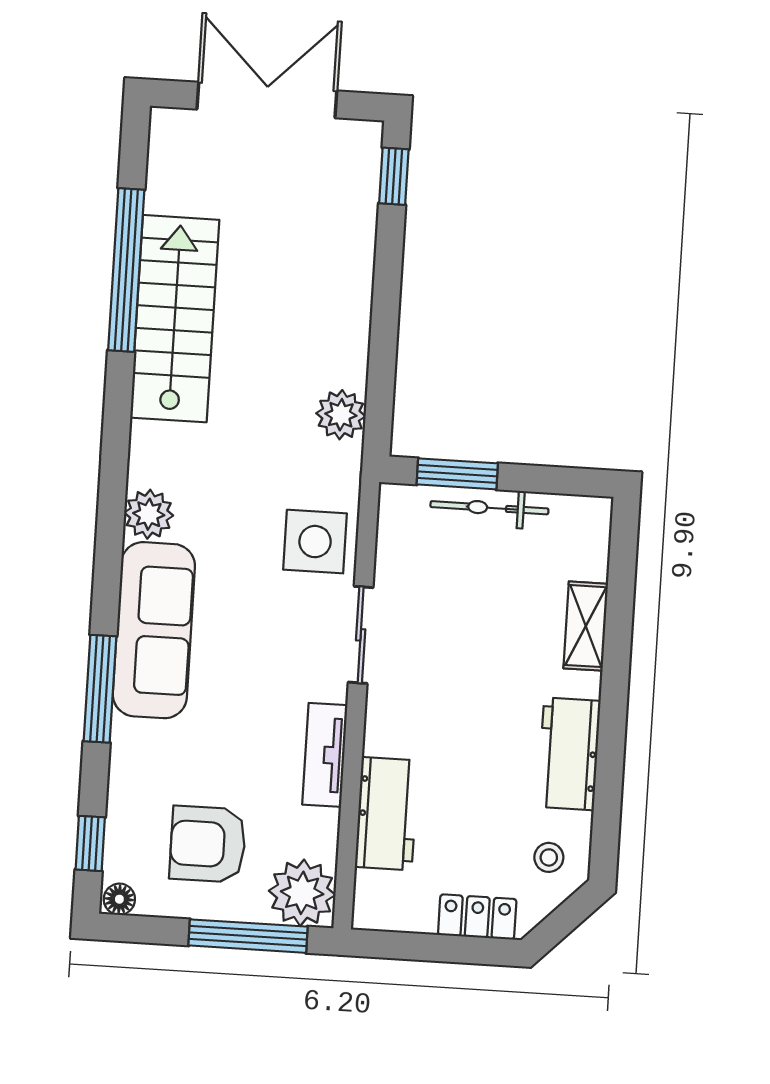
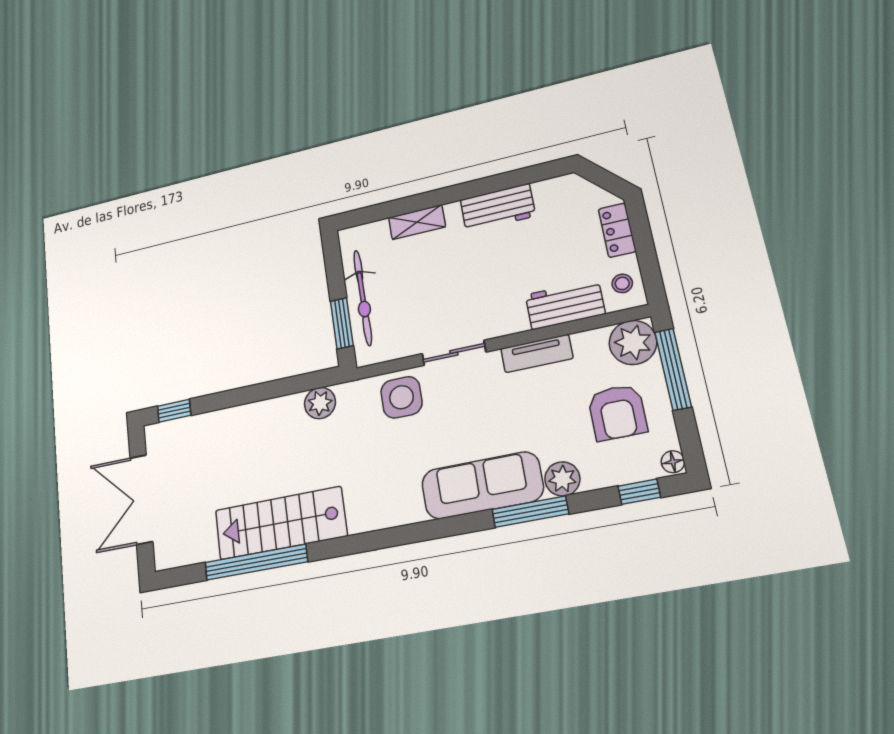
bicycle: (489, 508) -> (363, 298), width x1.37, depth x1.40
plant: (149, 514) -> (562, 479), moved
stool: (549, 857) -> (622, 283), moved

